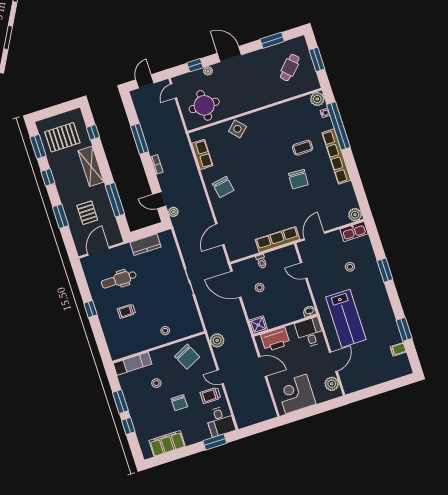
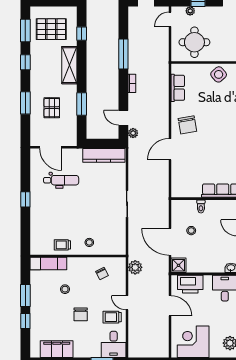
plant: (208, 71) -> (190, 11), moved
window: (115, 200) -> (82, 104), width x0.69
door: (220, 234) -> (170, 149), moved
kitchen counter: (146, 245) -> (104, 155), width x1.50
door: (98, 251) -> (51, 147), swing flipped
dental chair: (119, 280) -> (61, 180), turned 180
door: (236, 284) -> (170, 242), moved
trolley: (126, 311) -> (62, 245), moved
chair: (187, 357) -> (102, 274), width x0.54, depth x0.54

